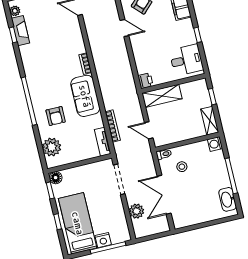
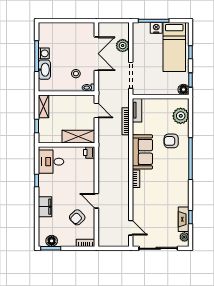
armchair: (56, 116) -> (171, 141), turned -90
washing machine: (215, 144) -> (44, 53), moved
washbasin: (228, 199) -> (44, 70), moved

